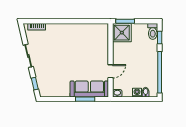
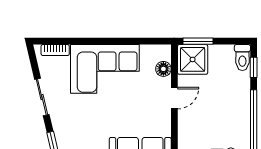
corner sofa: (67, 38) -> (105, 69), added
floor lamp: (104, 38) -> (163, 69), added
door: (110, 71) -> (174, 98), moved

